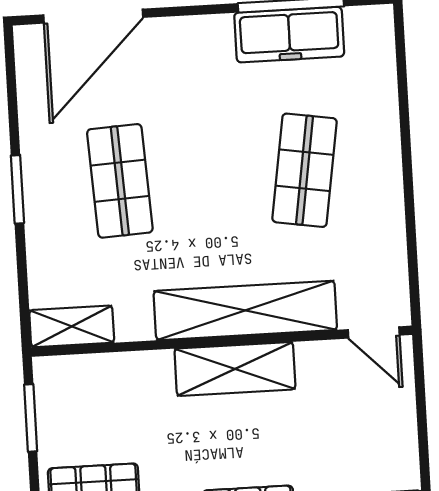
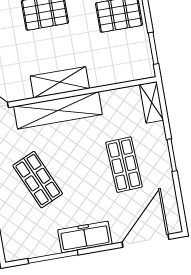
freezer: (289, 35) -> (85, 237), moved
shop shelf: (305, 170) -> (38, 180), turned -33
shelving: (72, 326) -> (151, 102), moved, turned 90

